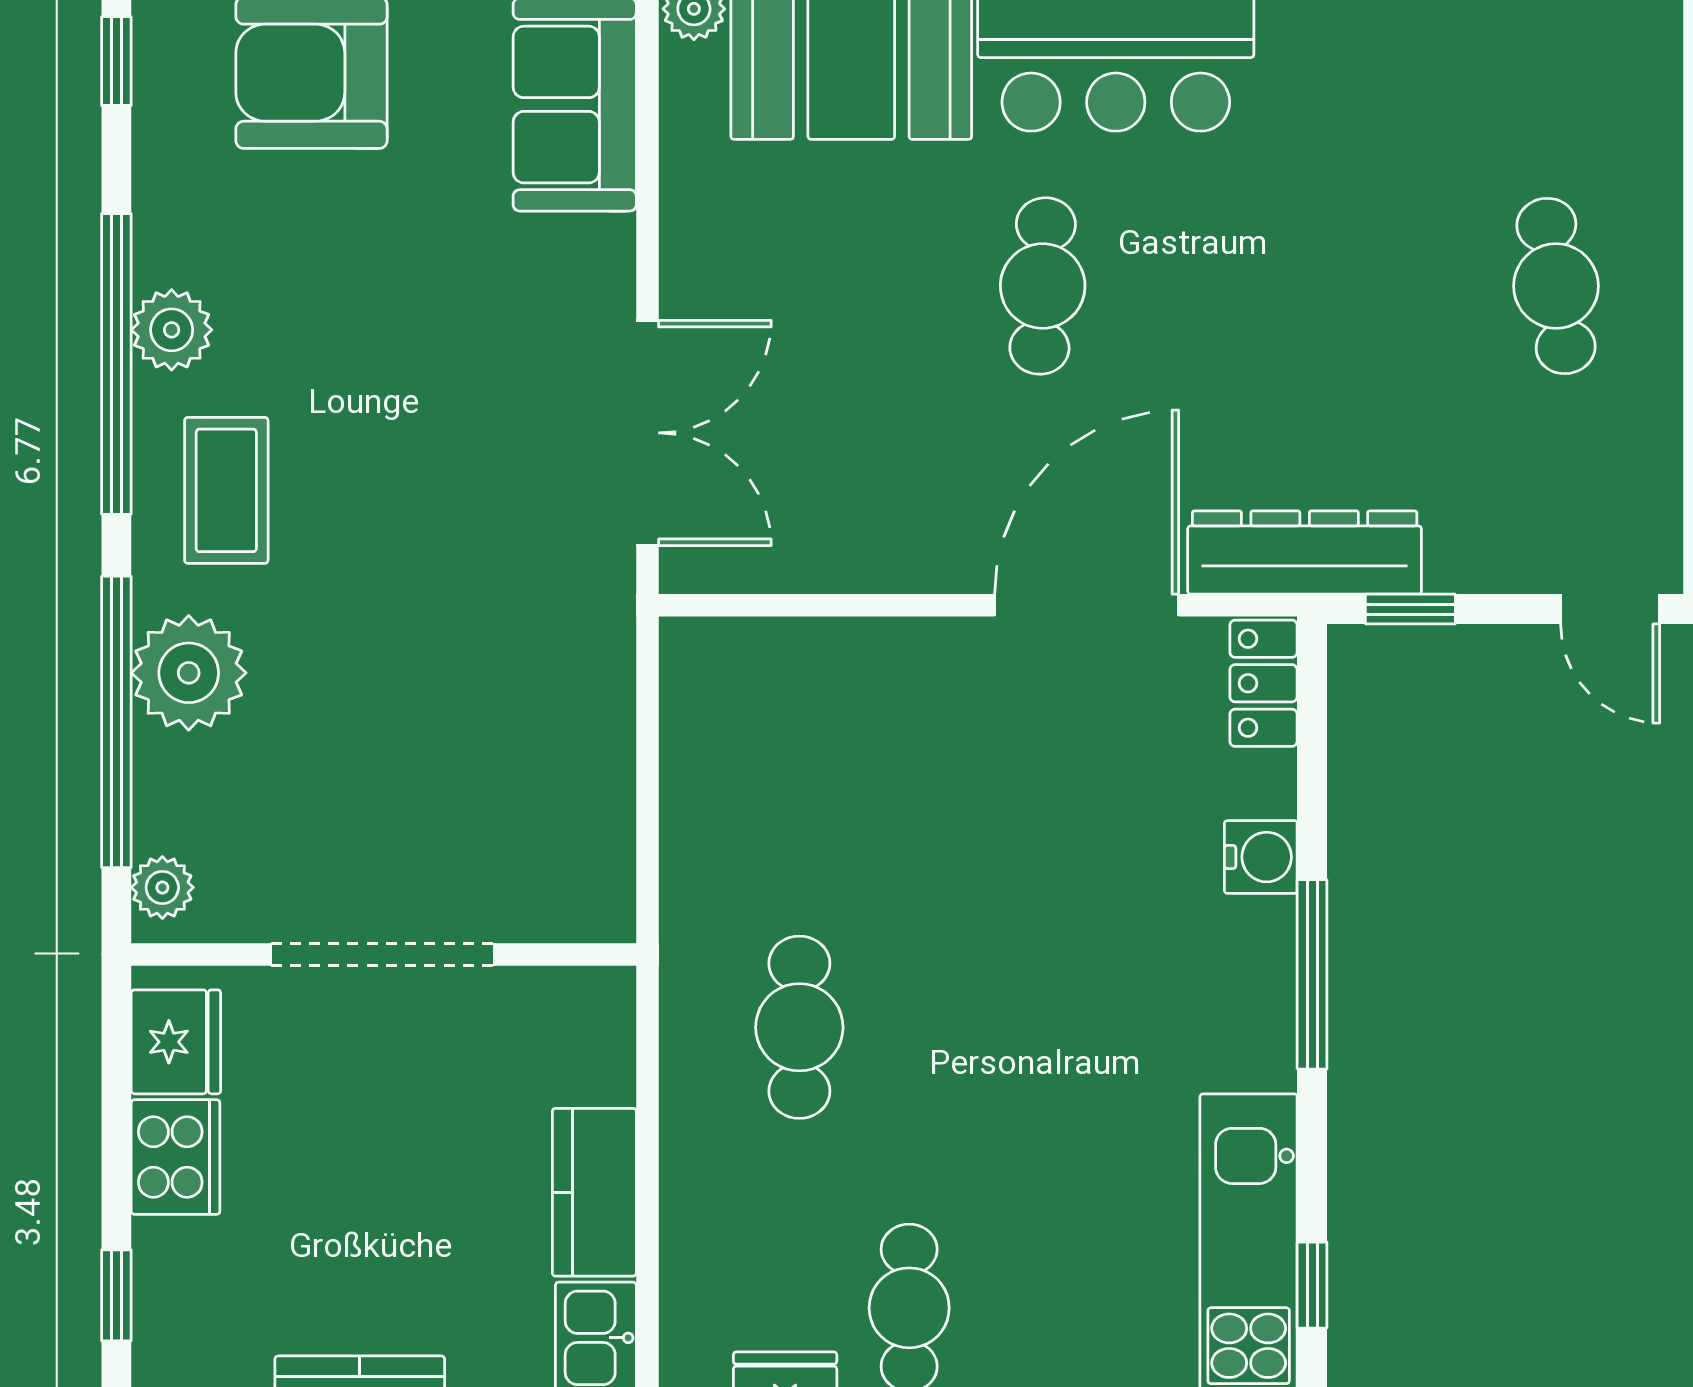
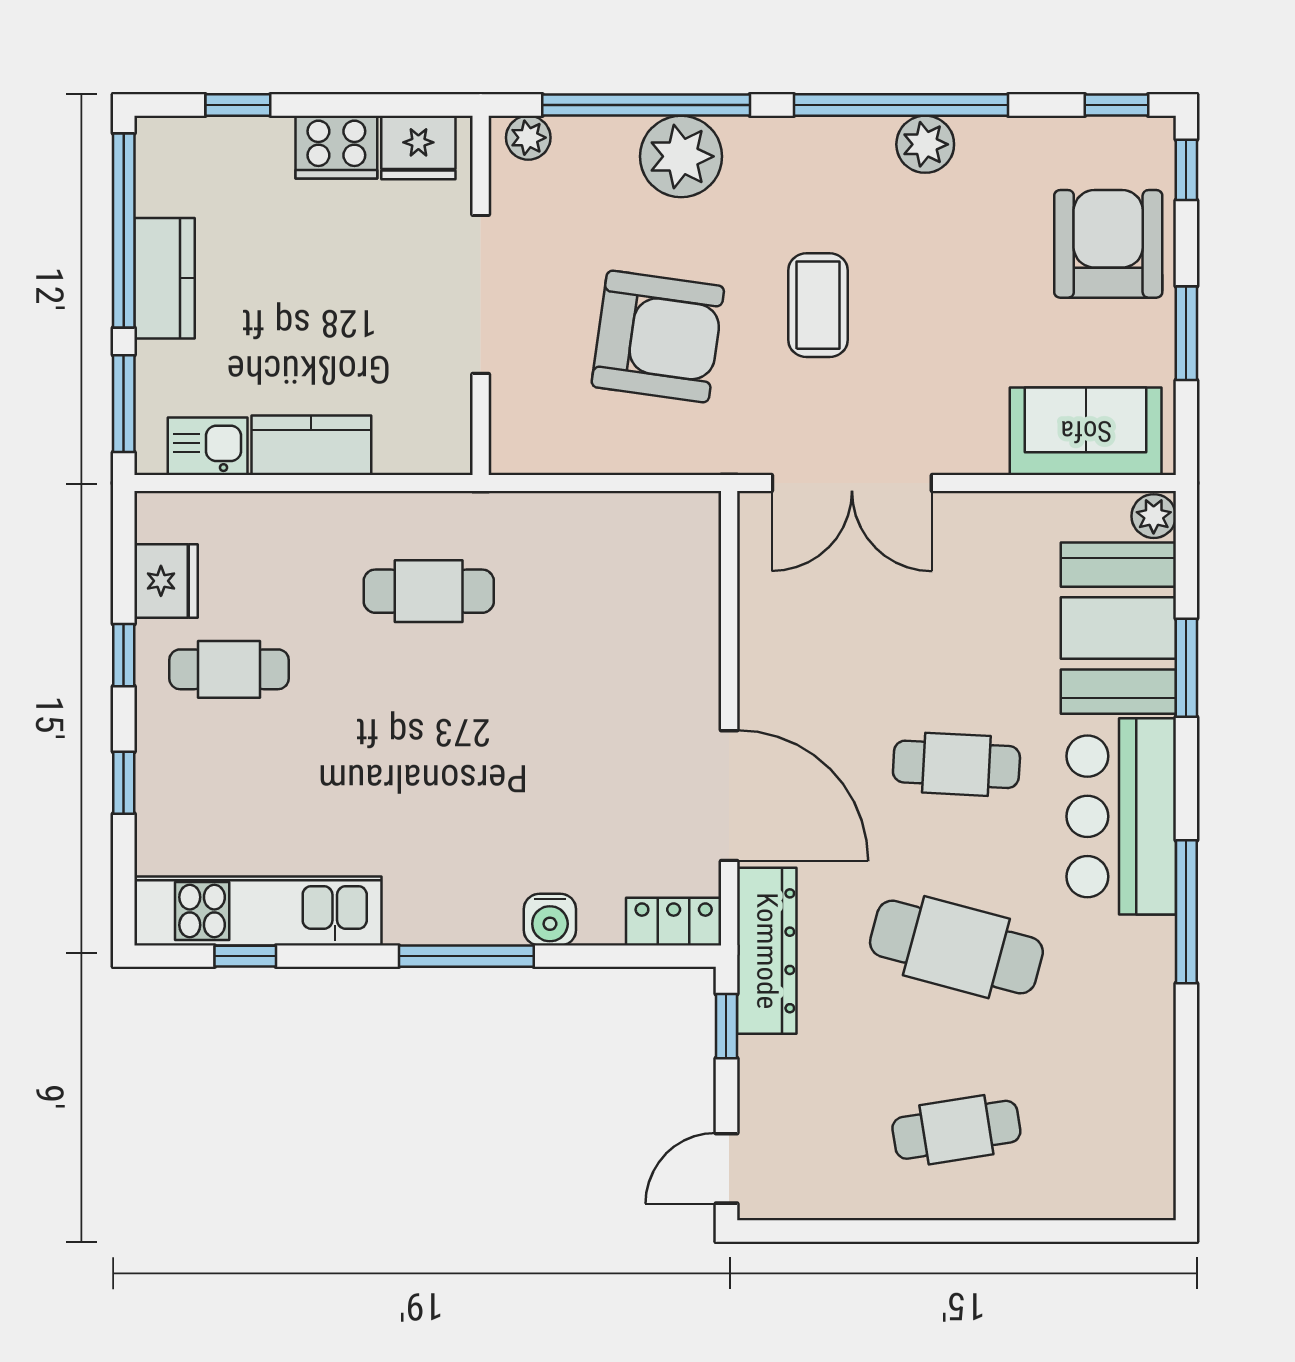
cafe table: (1299, 286) -> (956, 947), added
coffee table: (226, 490) -> (818, 305), moved, turned 90
armchair: (442, 705) -> (658, 337), added

